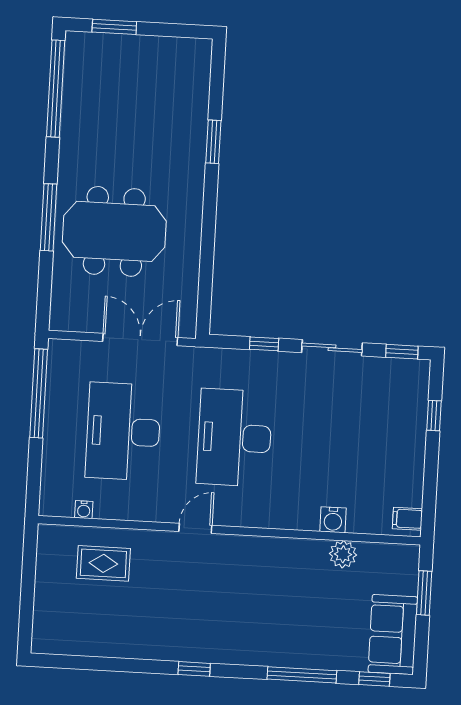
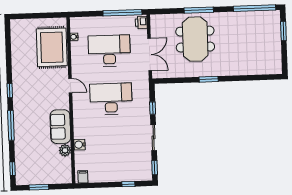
window: (213, 142) -> (209, 79), moved
printer: (65, 352) -> (141, 22), added
rug: (103, 563) -> (52, 47), width x1.86, depth x2.06
window: (424, 593) -> (39, 187), moved
sofa: (393, 635) -> (60, 127), moved, turned -90
window: (302, 675) -> (11, 125), moved

